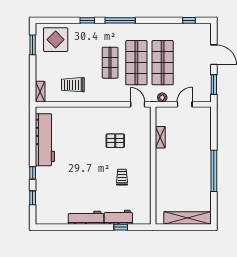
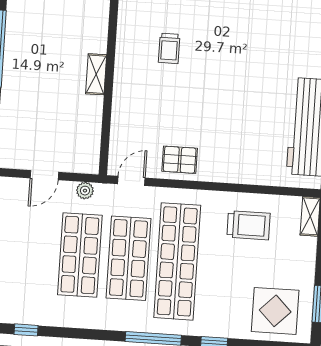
shop shelf: (110, 63) -> (177, 261), width x2.00, depth x1.36
door: (138, 104) -> (131, 181), swing flipped
shelving: (160, 137) -> (96, 74), moved
pallet: (115, 141) -> (180, 160), moved

